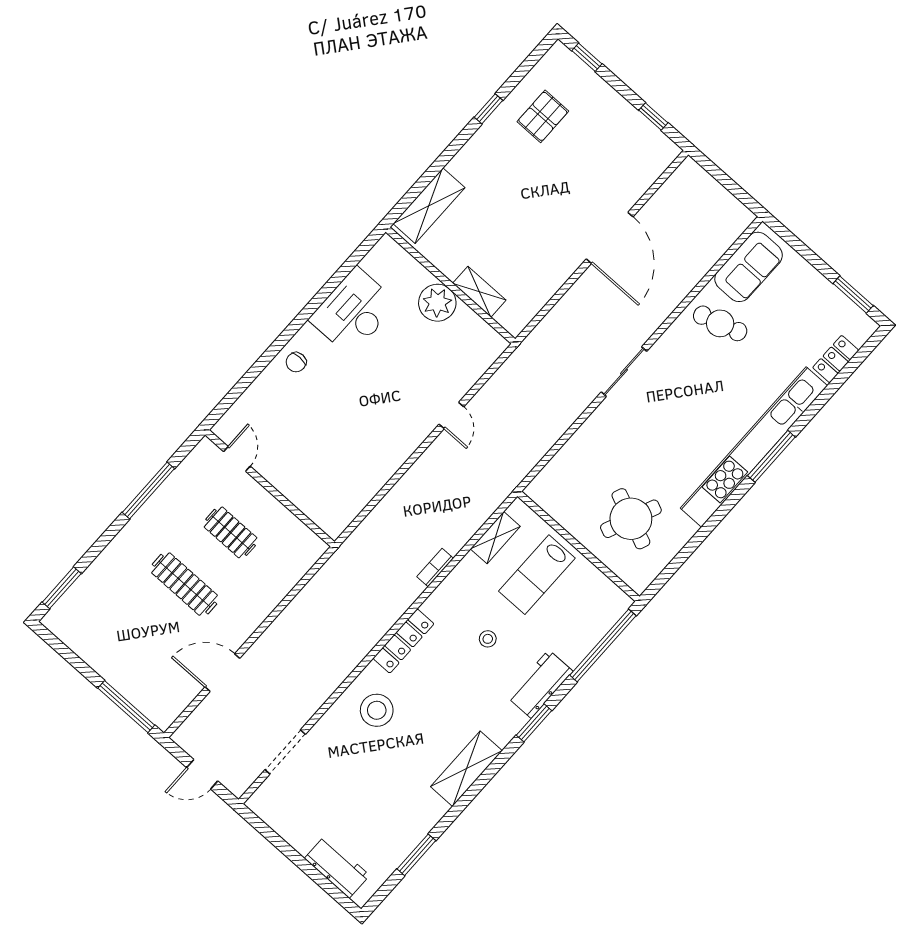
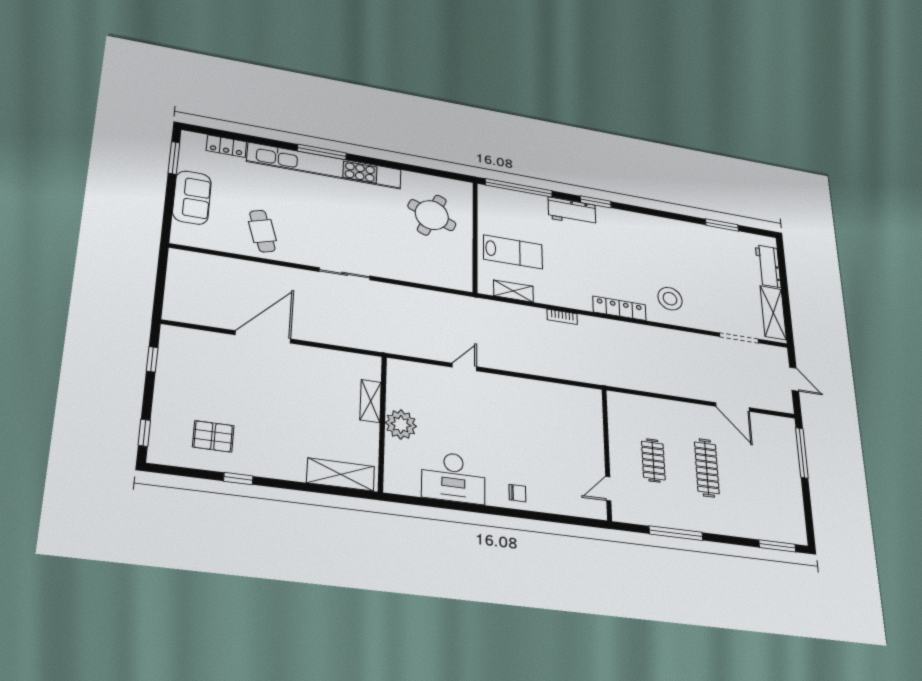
sofa: (749, 267) -> (192, 198), moved, turned 90
stool: (488, 639) -> (574, 258), removed
shelving: (466, 769) -> (773, 313), moved, turned 90

